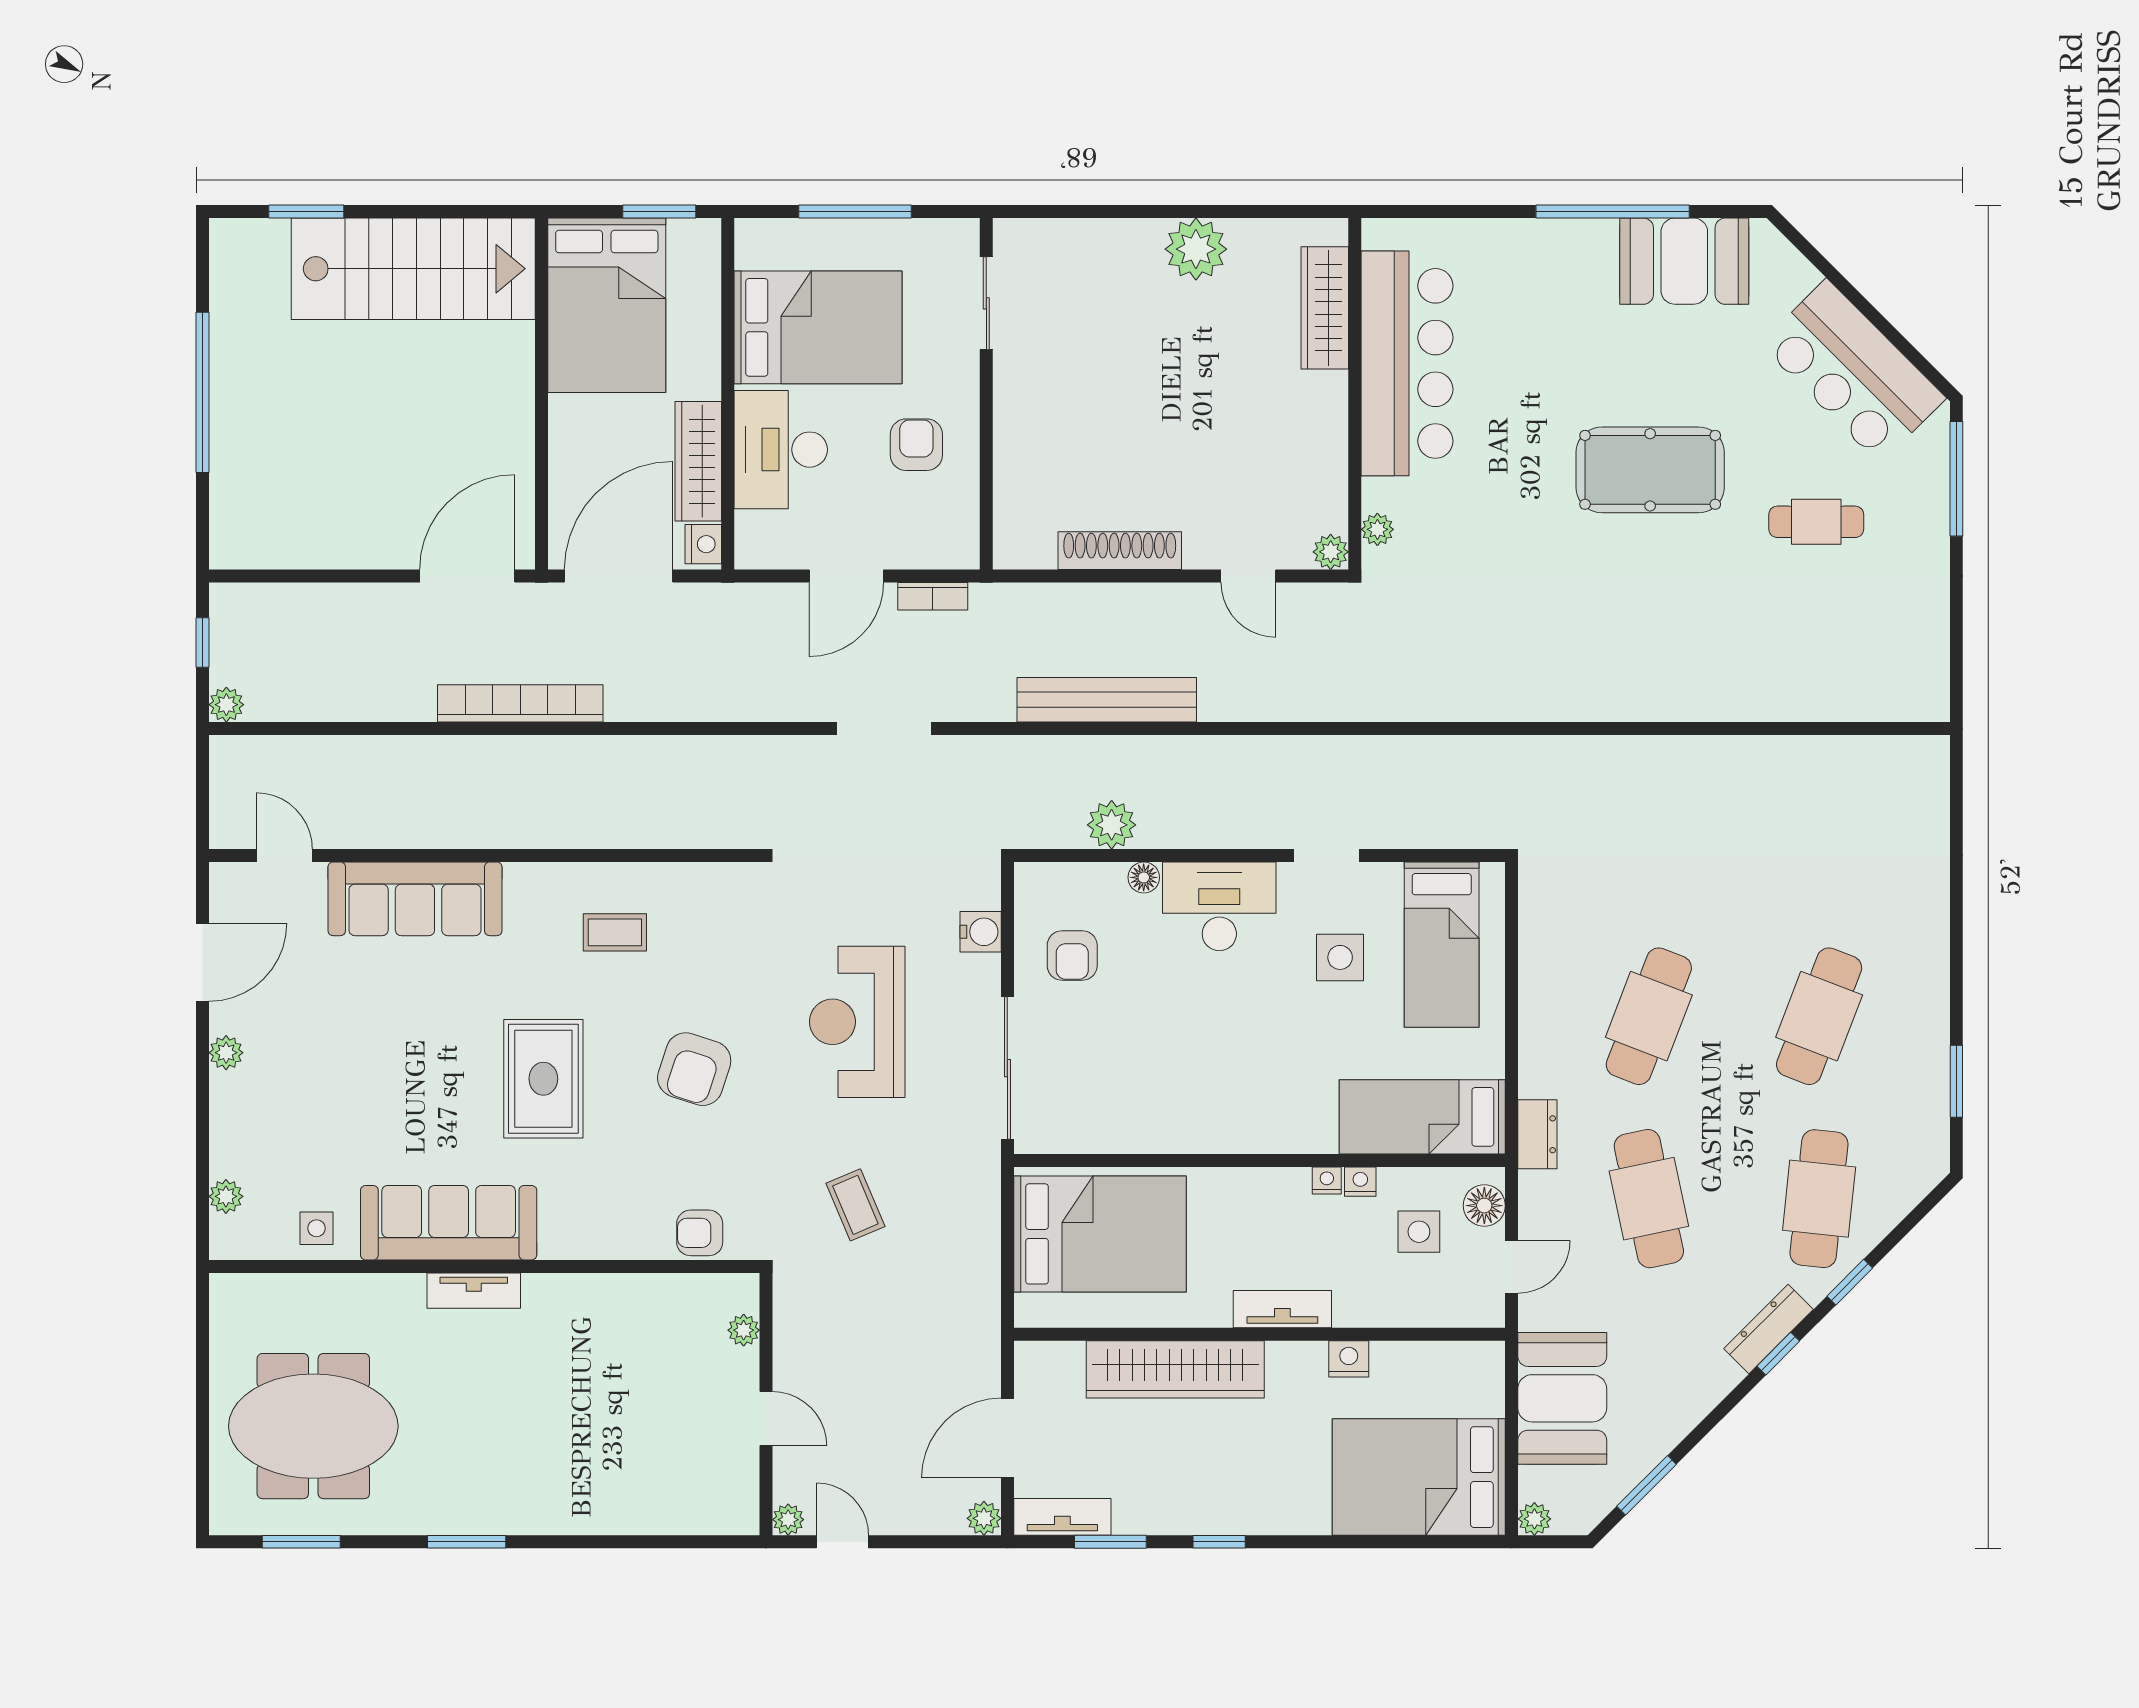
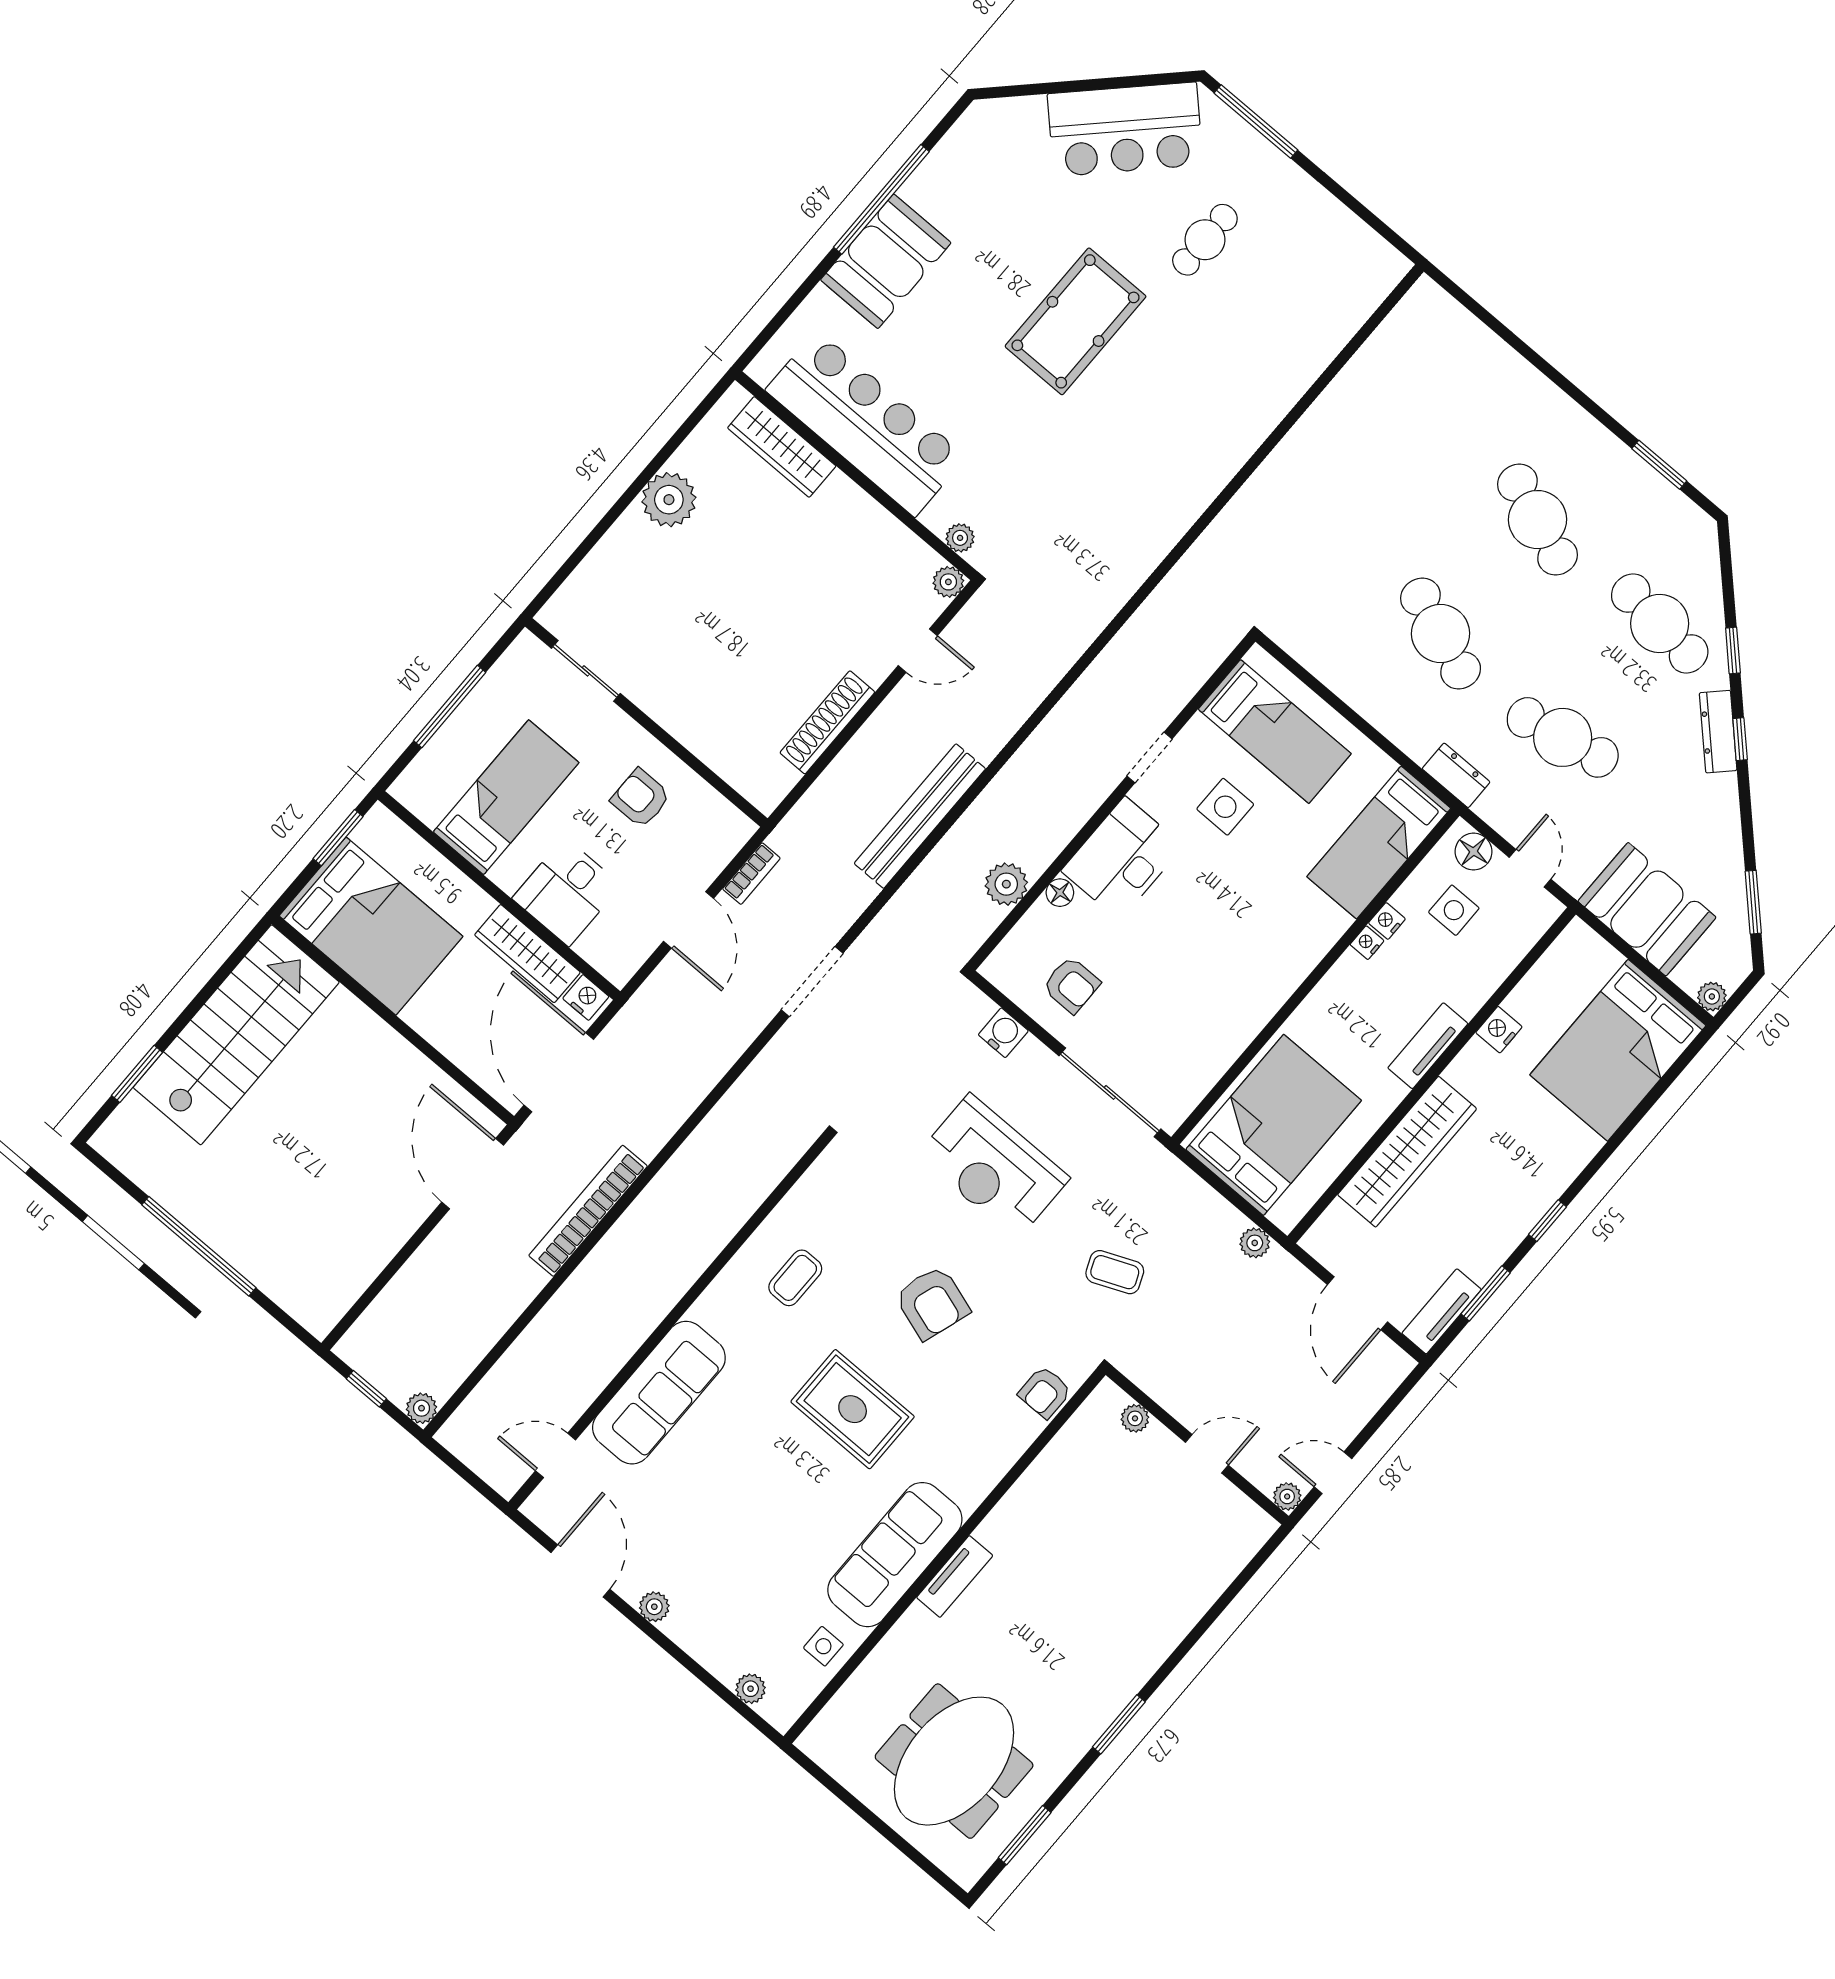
booth: (1684, 261) -> (886, 261), moved
bed: (818, 327) -> (506, 797), width x0.67
desk: (781, 450) -> (567, 892), width x0.73
plant: (984, 1518) -> (1255, 1243), moved

